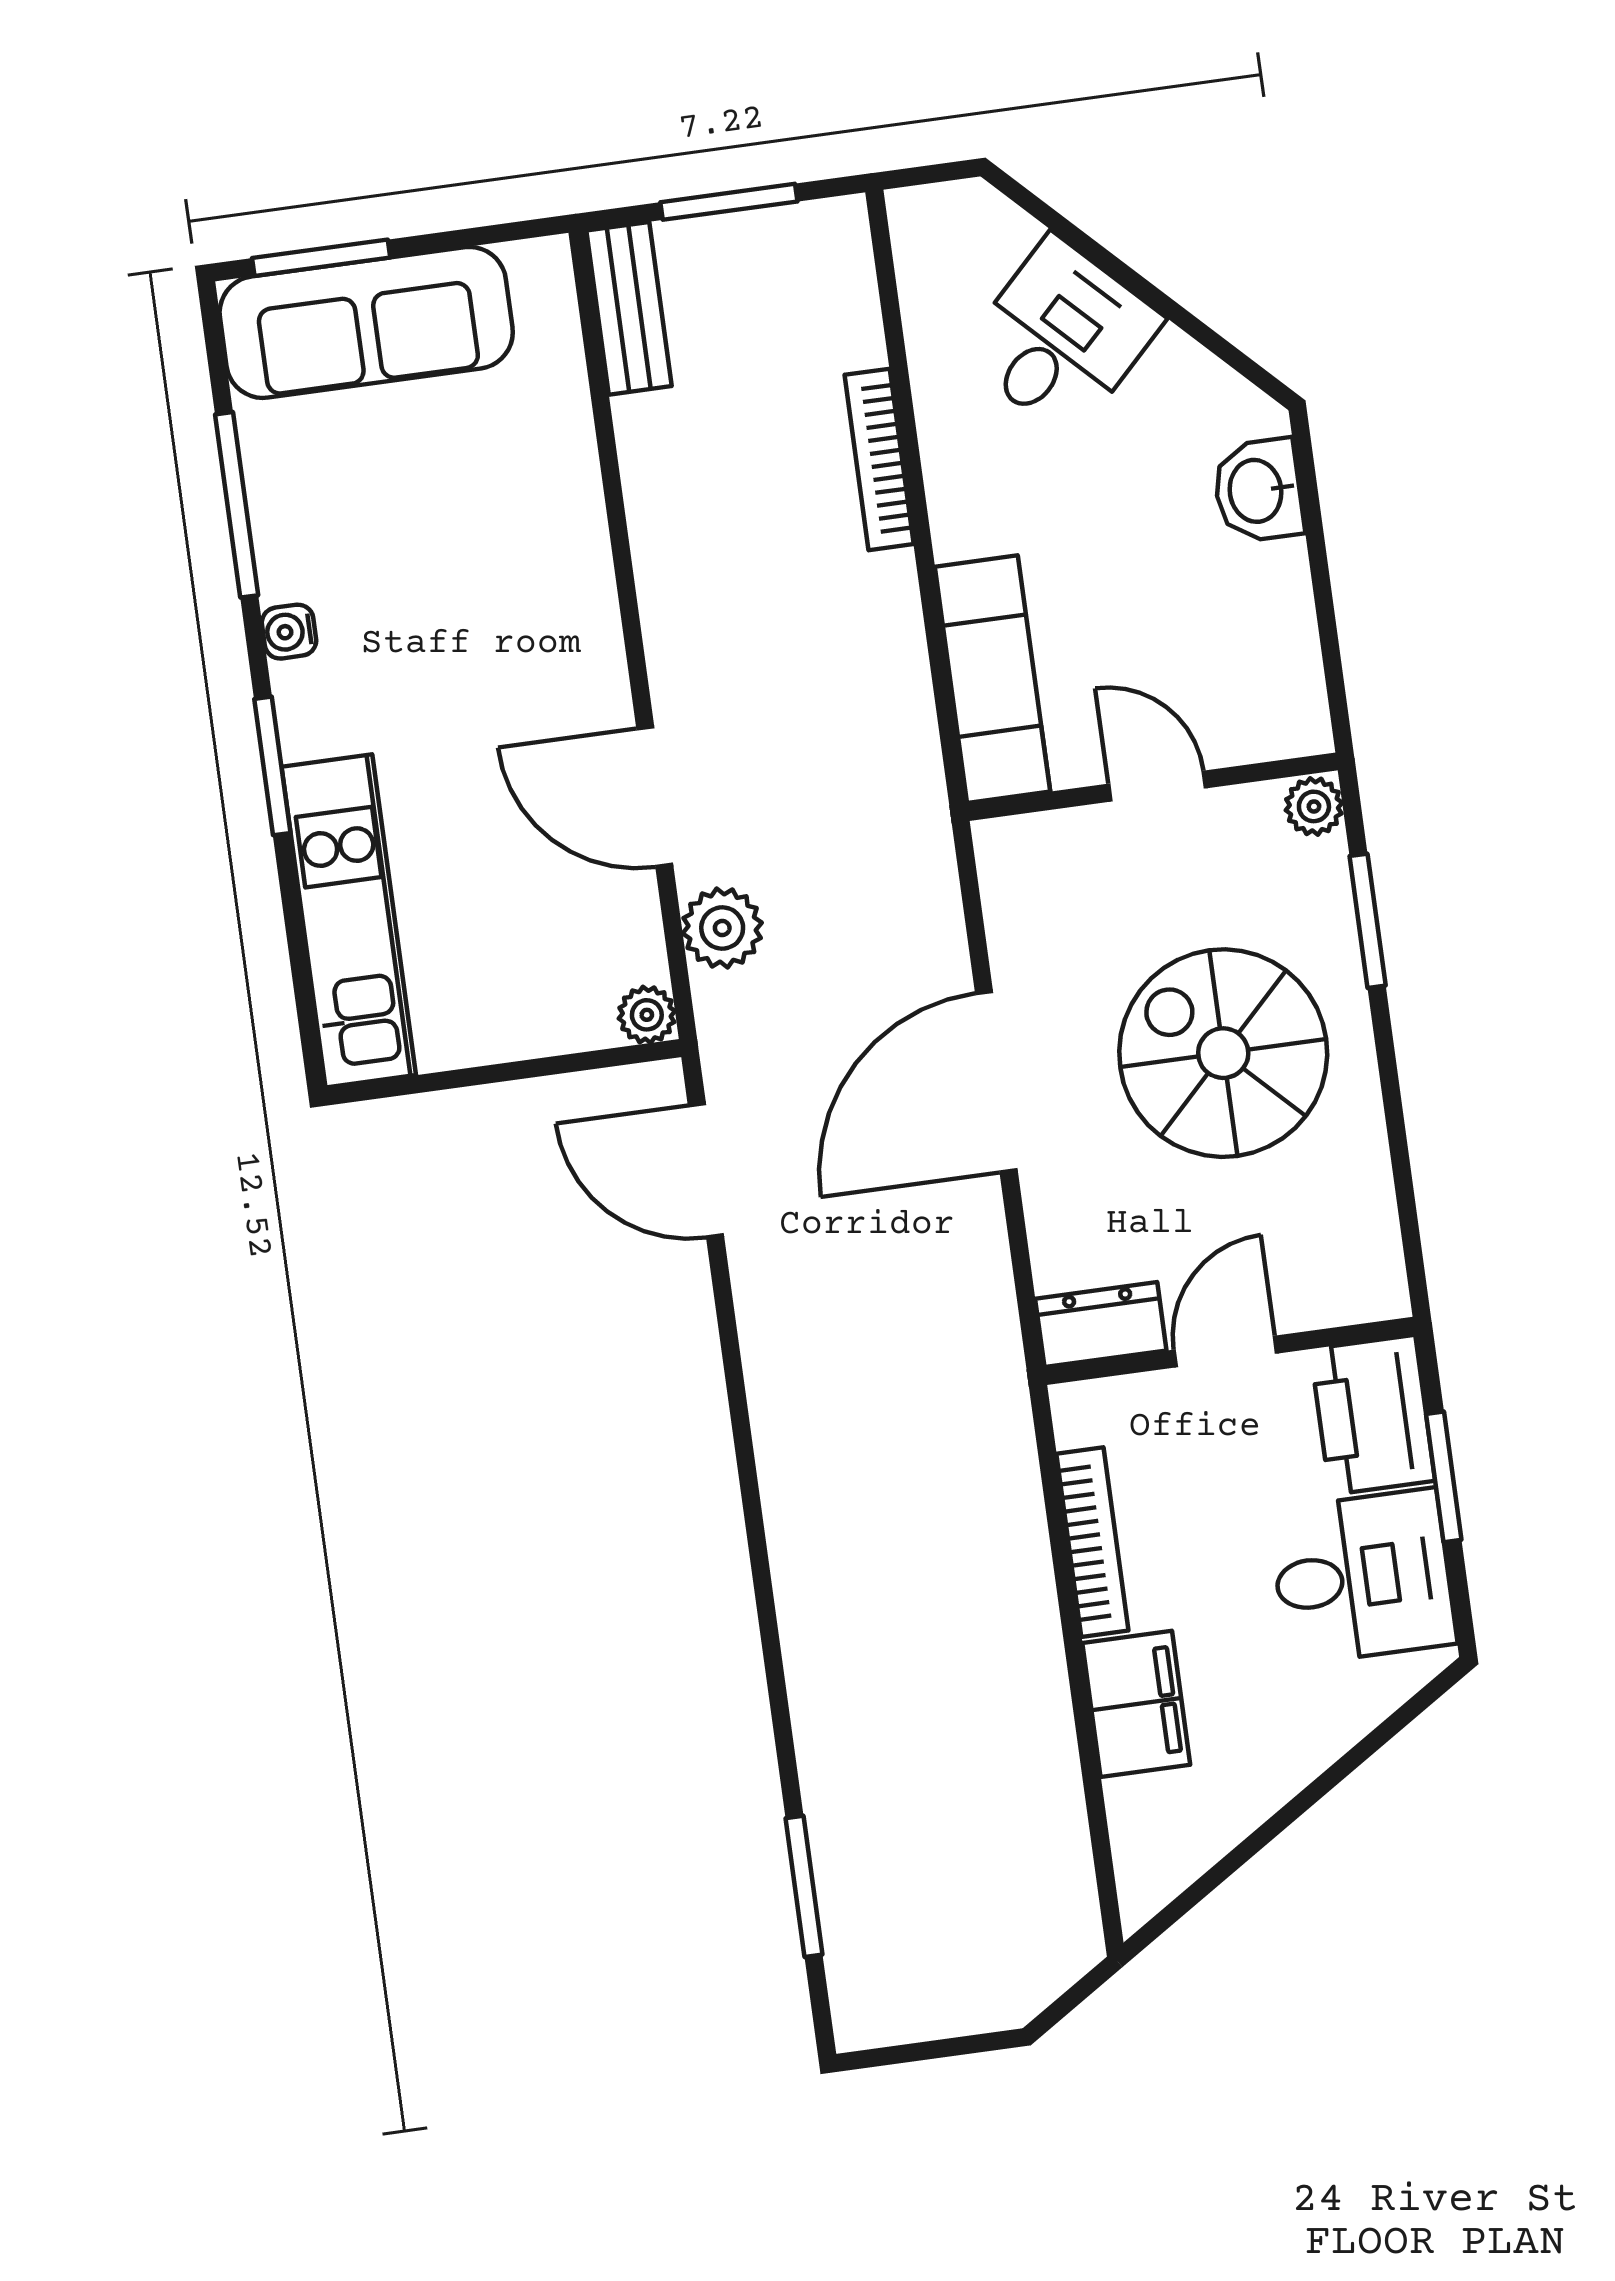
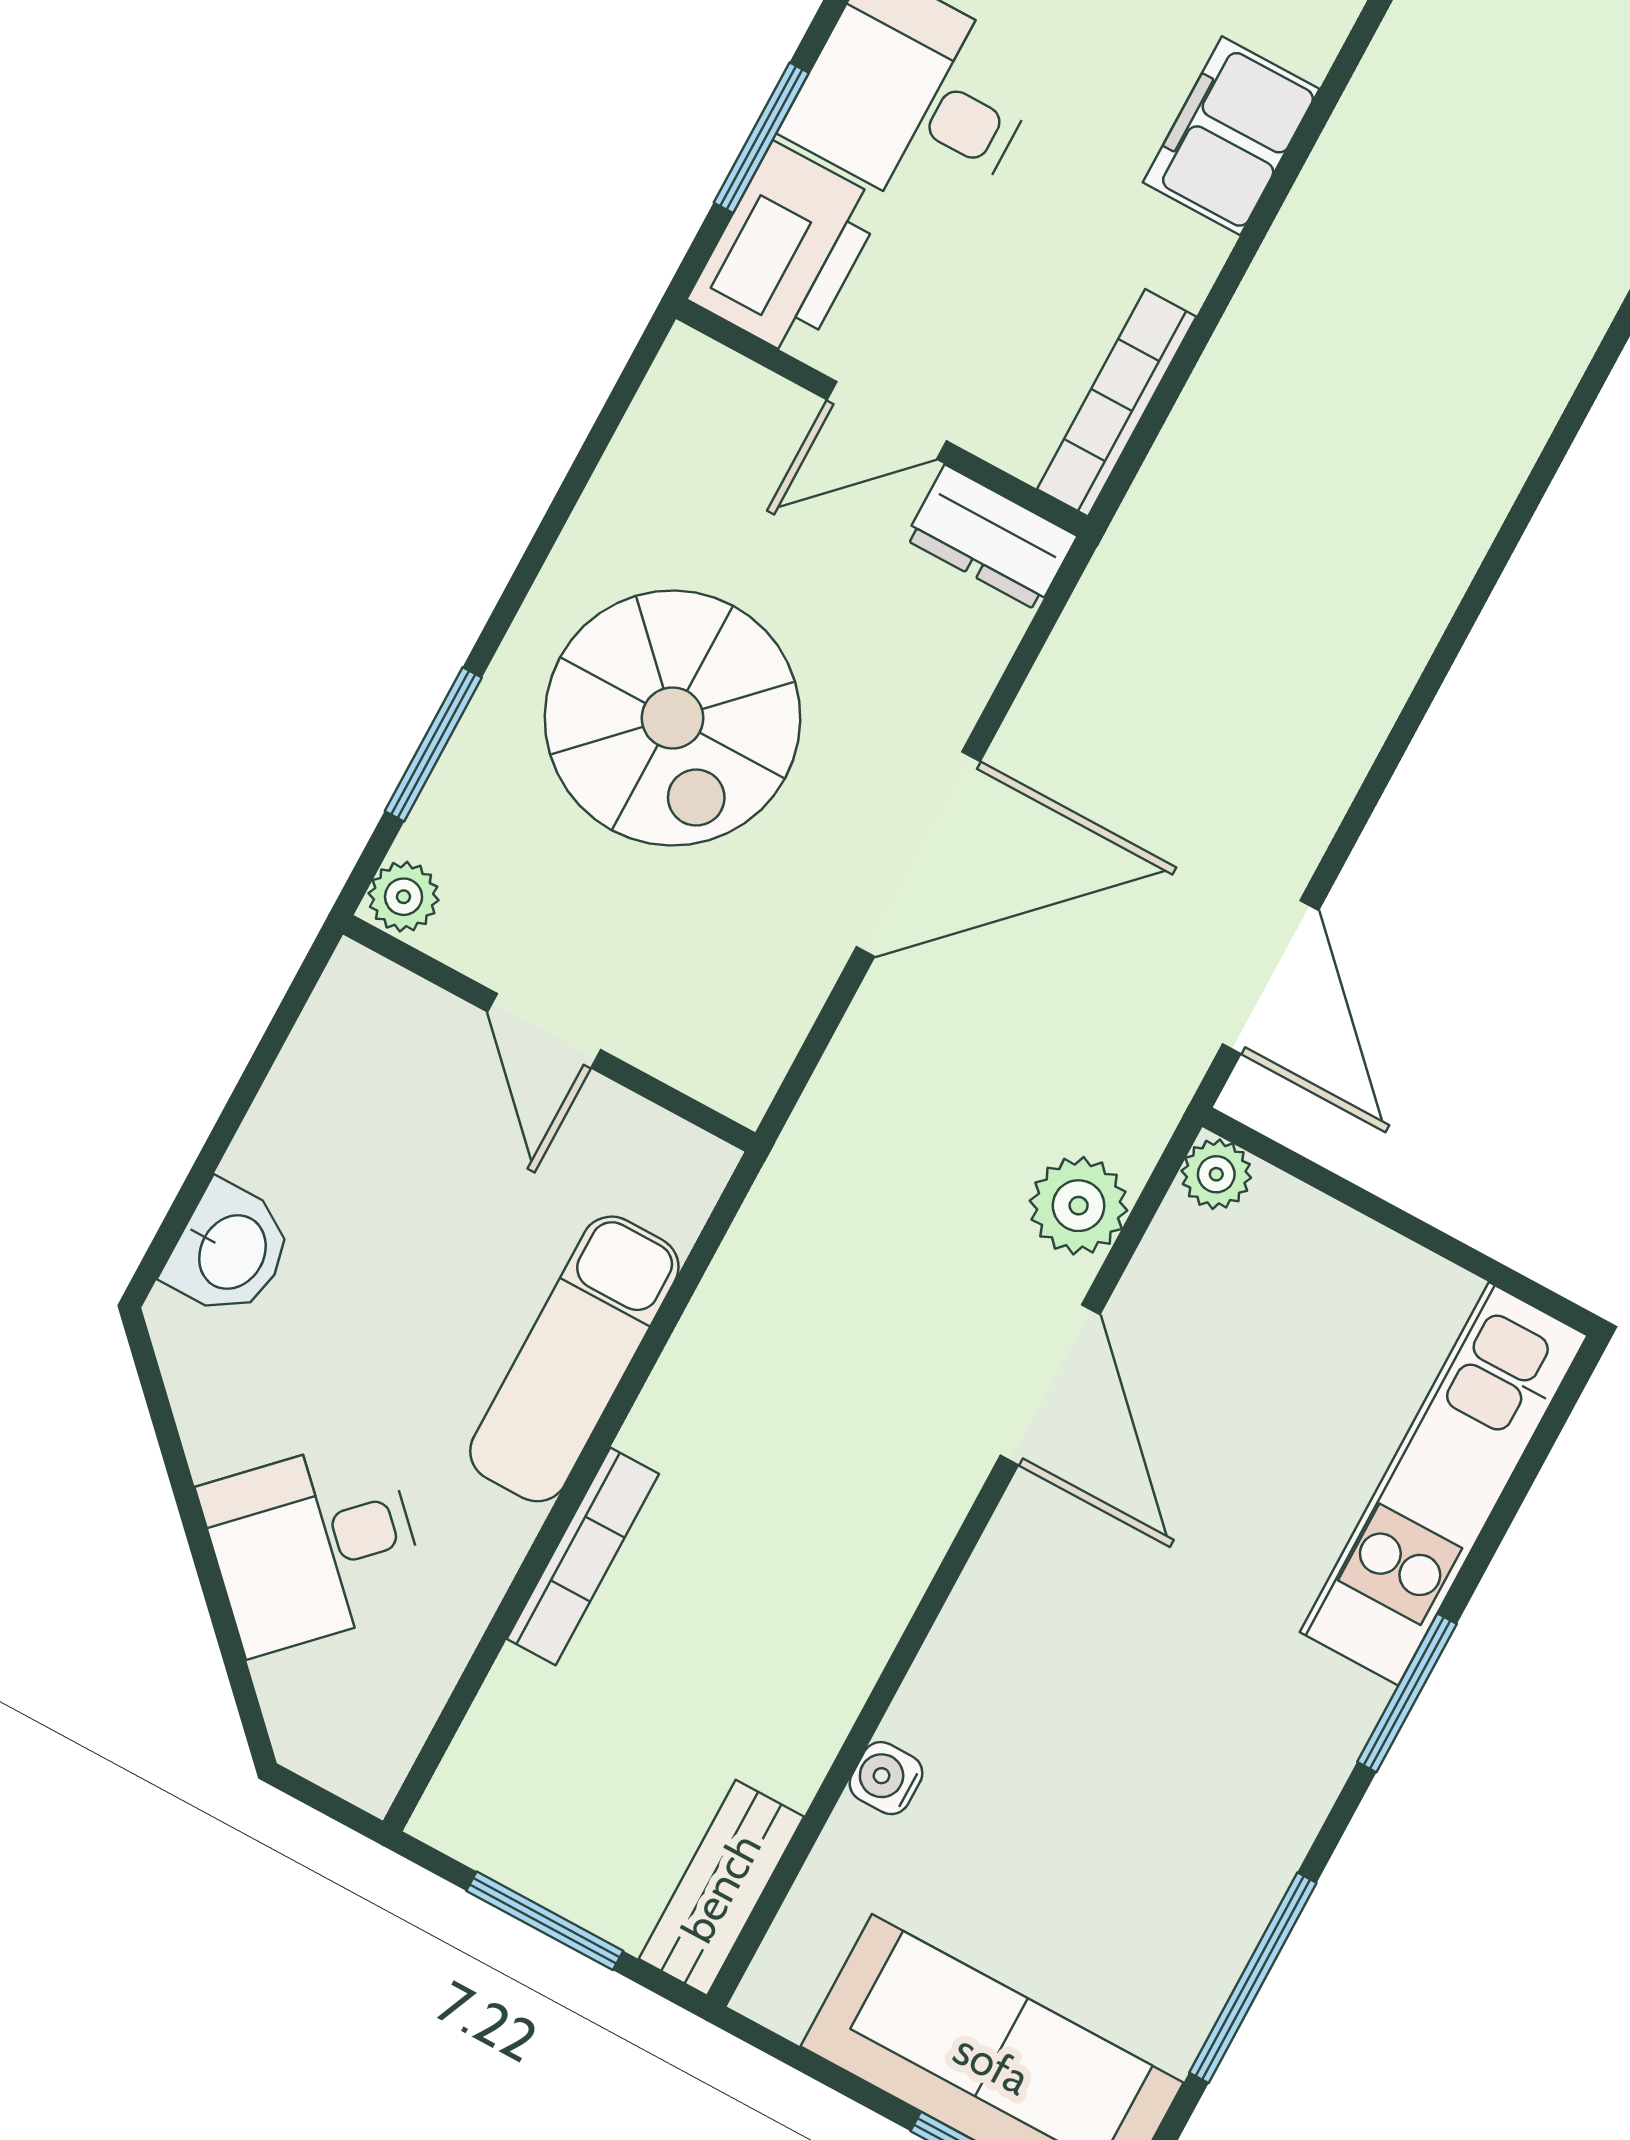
water cooler: (289, 632) -> (886, 1778), moved, turned 180
exam couch: (992, 679) -> (574, 1359), moved
bookcase: (1092, 1542) -> (1117, 403), moved

